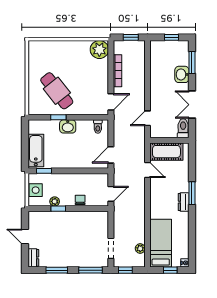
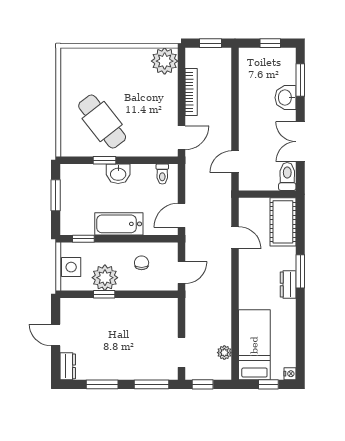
window: (25, 141) -> (56, 195), added
bathtub: (36, 150) -> (119, 224), moved, turned -90
cot: (166, 152) -> (283, 222), moved, turned 90
chair: (80, 200) -> (142, 263), moved
plant: (55, 201) -> (105, 278), width x1.87, depth x1.87

